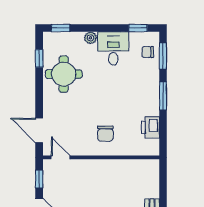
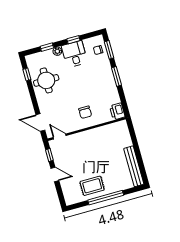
window: (60, 28) -> (47, 47), moved
window: (138, 28) -> (73, 40), moved
printer: (150, 127) -> (117, 111), moved

